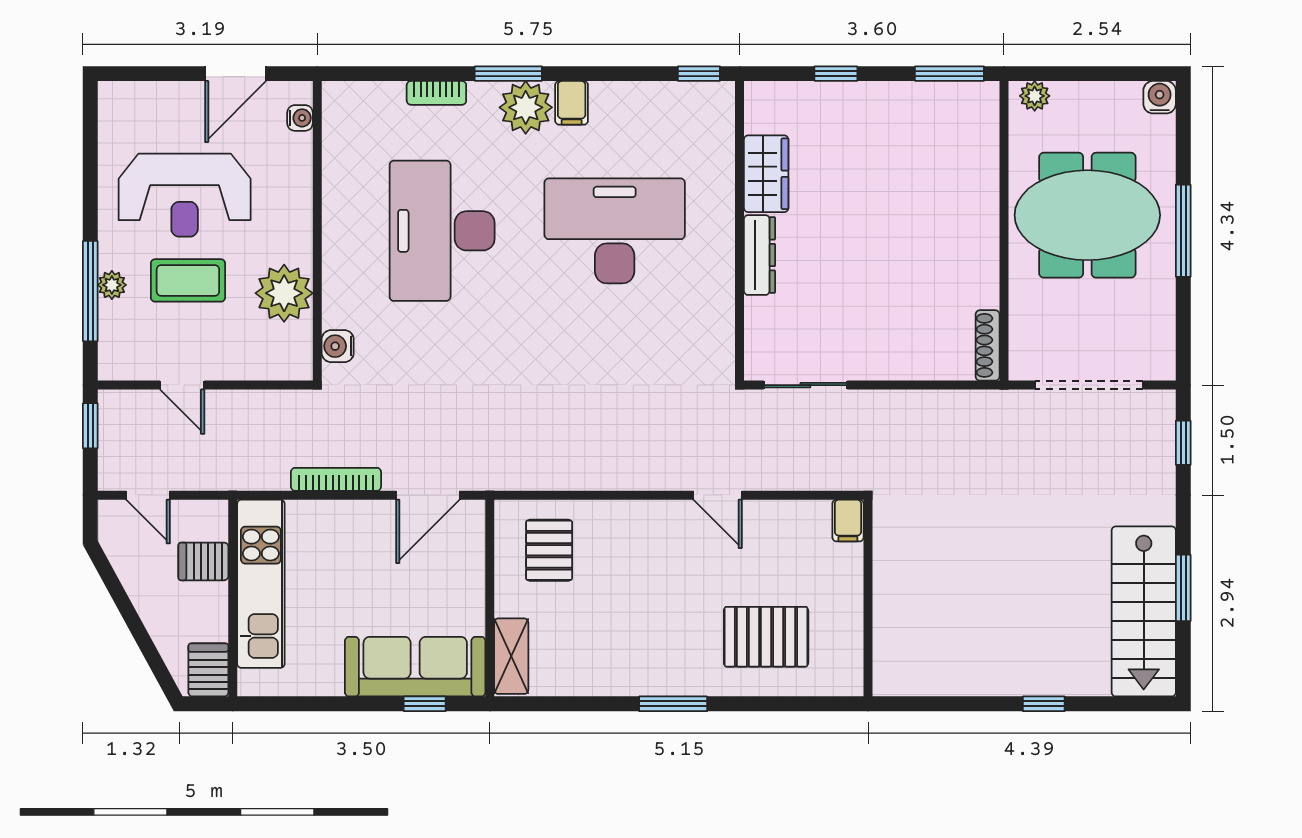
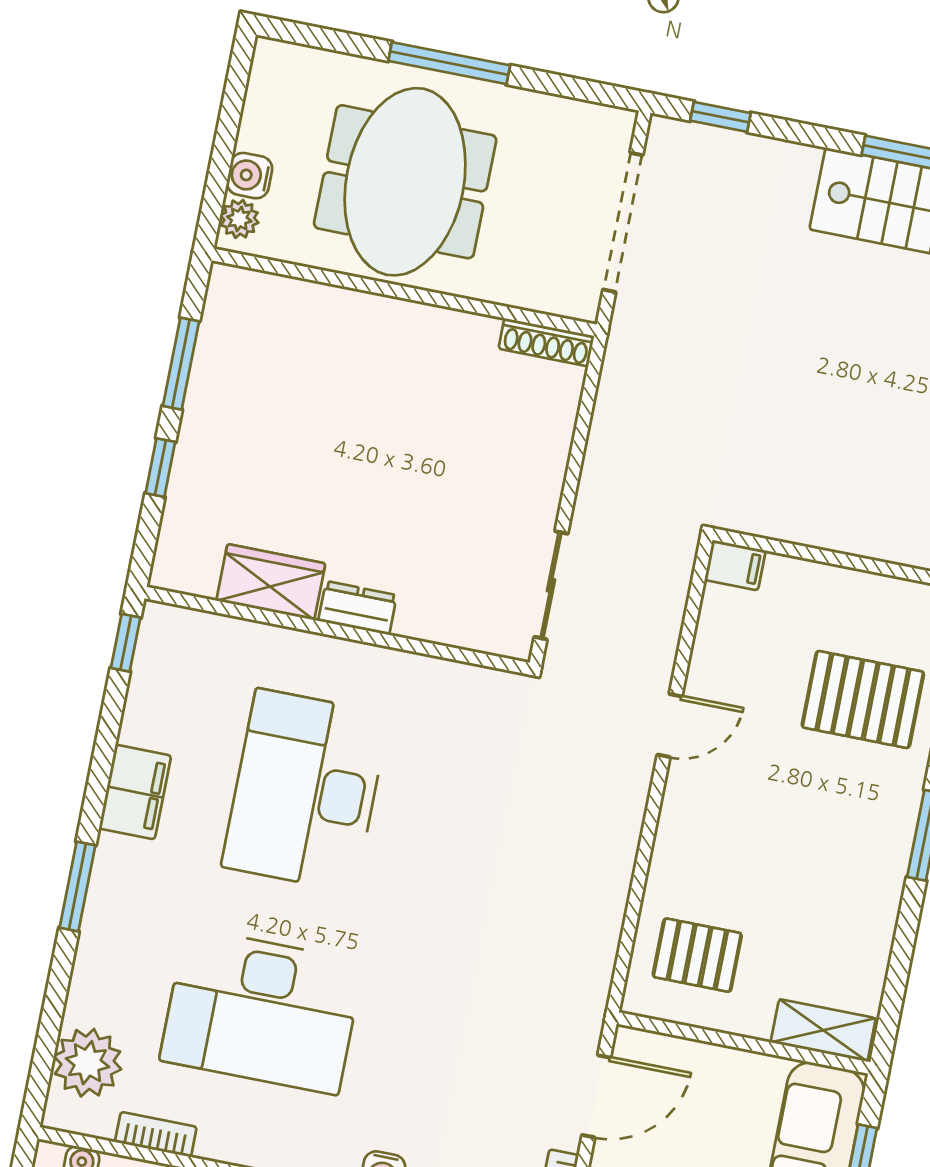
window: (949, 74) -> (181, 364), moved
bookcase: (436, 93) -> (156, 1134), moved, turned -90
water cooler: (1160, 97) -> (250, 176), moved
filing cabinet: (572, 103) -> (135, 792), width x2.00
plant: (526, 107) -> (87, 1063), moved
dresser: (760, 255) -> (357, 608), width x0.70
door: (428, 495) -> (596, 1096), hinge flipped
pallet: (766, 637) -> (863, 700), turned 90

